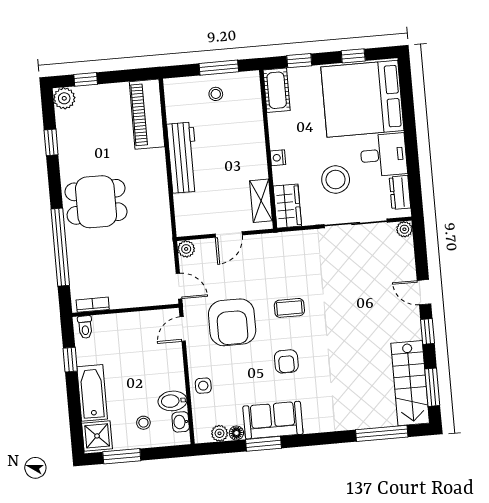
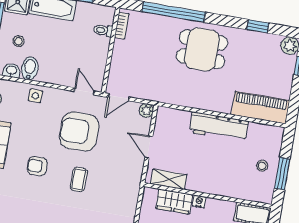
dining table: (96, 202) -> (202, 49), turned 90
wardrobe: (287, 206) -> (174, 201), moved
toilet: (85, 327) -> (103, 30), moved

